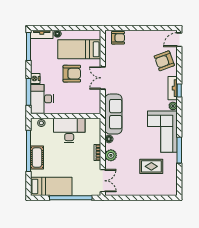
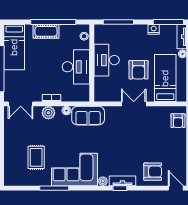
armchair: (164, 61) -> (153, 172), turned 110
nightstand: (35, 79) -> (154, 29), moved
desk: (42, 99) -> (107, 60), moved, turned -90
sofa: (113, 114) -> (88, 116), width x0.73

